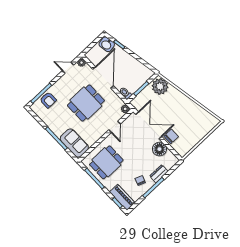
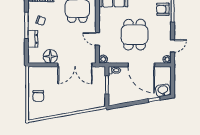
plant: (160, 86) -> (96, 100), removed
chair: (171, 136) -> (38, 96), moved

